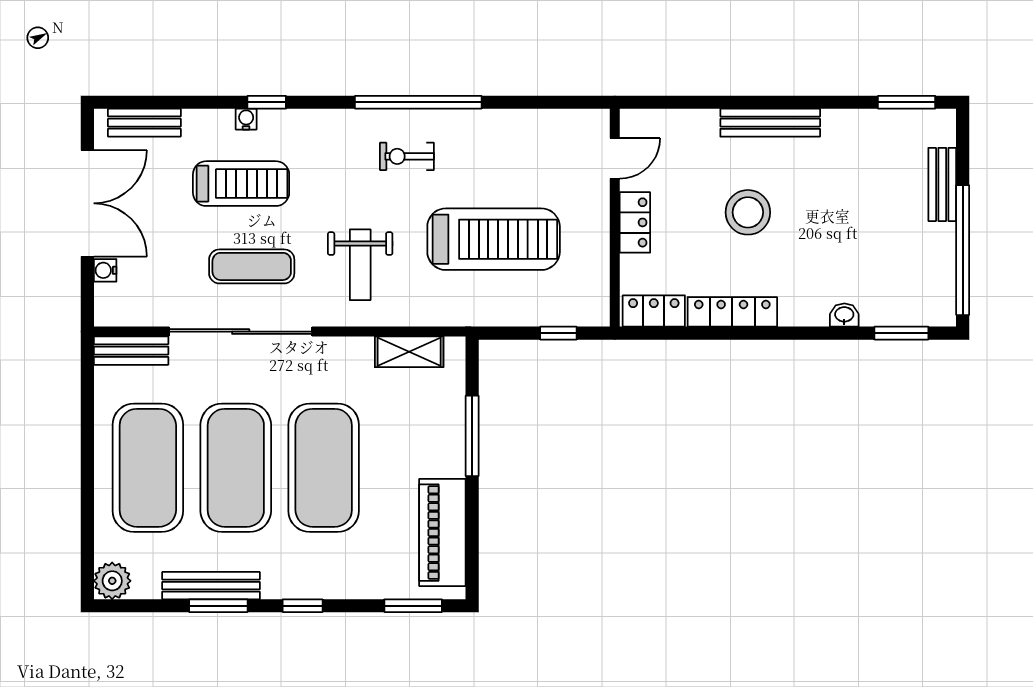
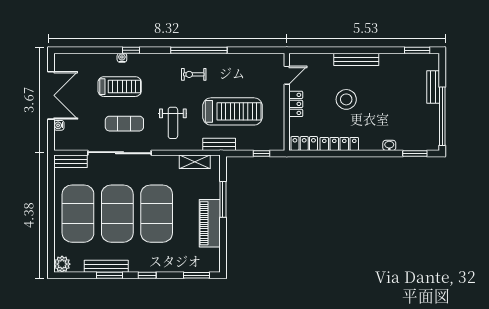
bench: (144, 123) -> (219, 144), moved
piano: (442, 533) -> (210, 223), moved

